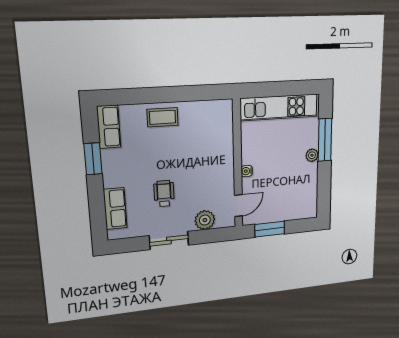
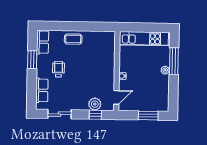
wheelchair: (164, 193) -> (58, 69), moved
window: (270, 229) -> (148, 116), moved
window: (207, 236) -> (95, 115), added
sliding door: (169, 240) -> (60, 114), moved

